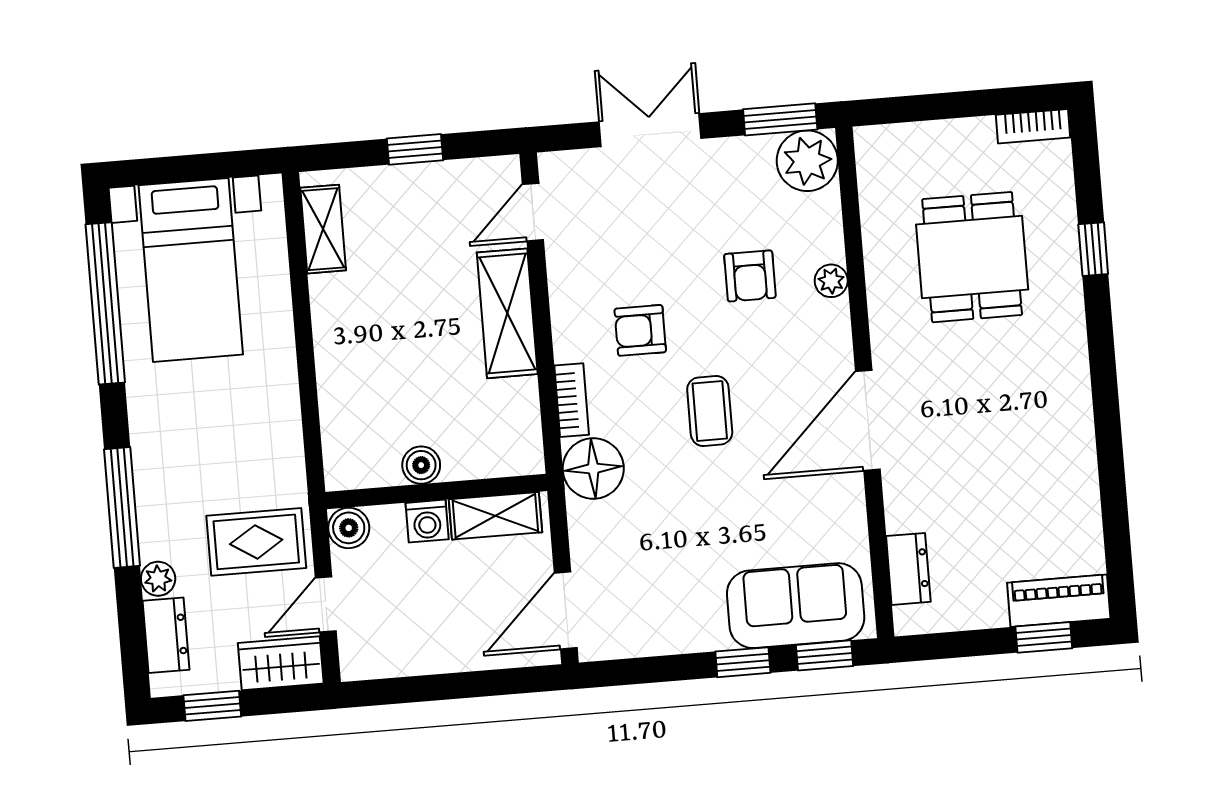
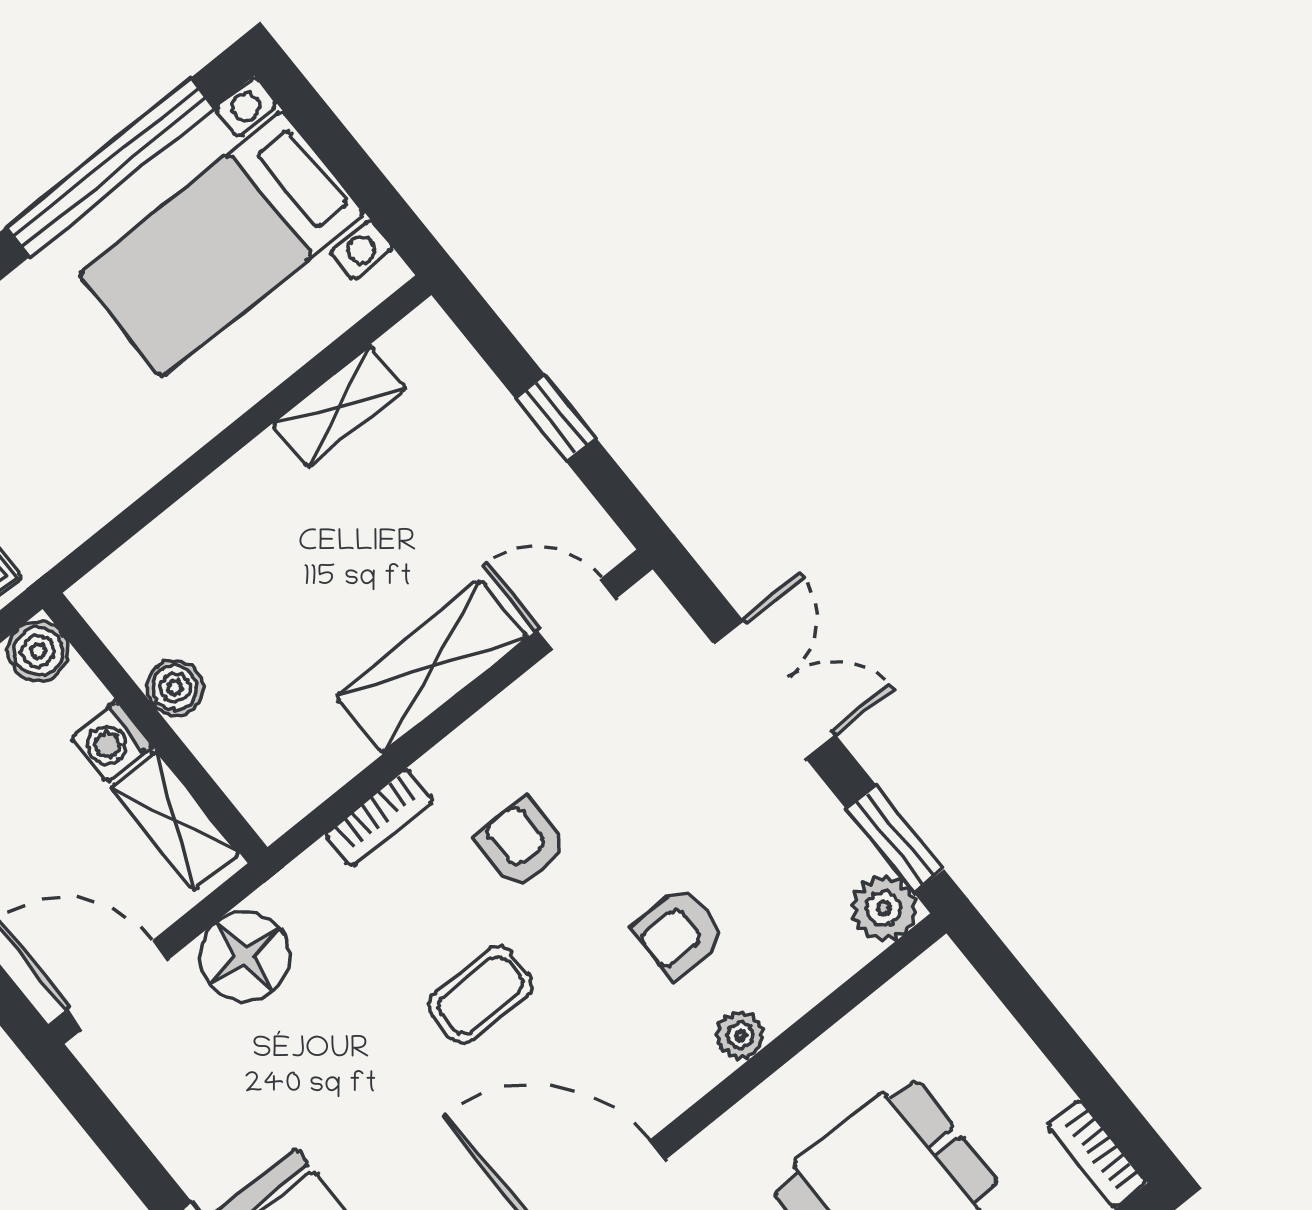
plant: (807, 161) -> (884, 908), width x0.73, depth x0.73
shelving: (323, 229) -> (339, 406), moved
floor lamp: (593, 468) -> (245, 956), moved

